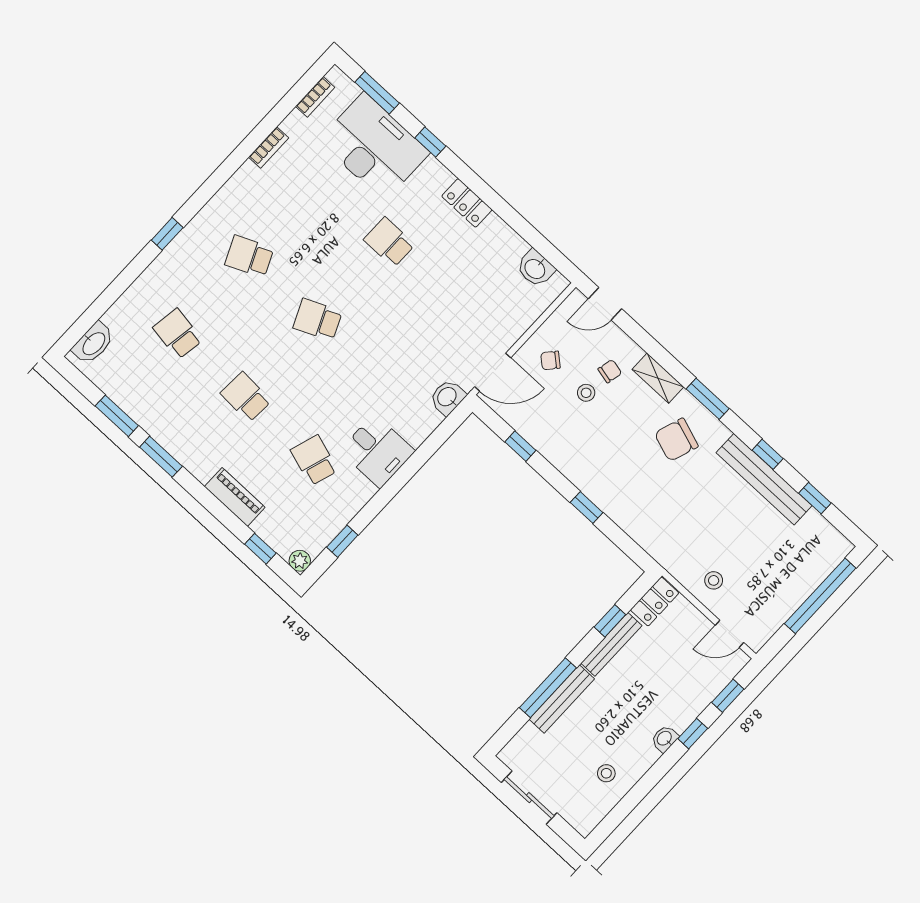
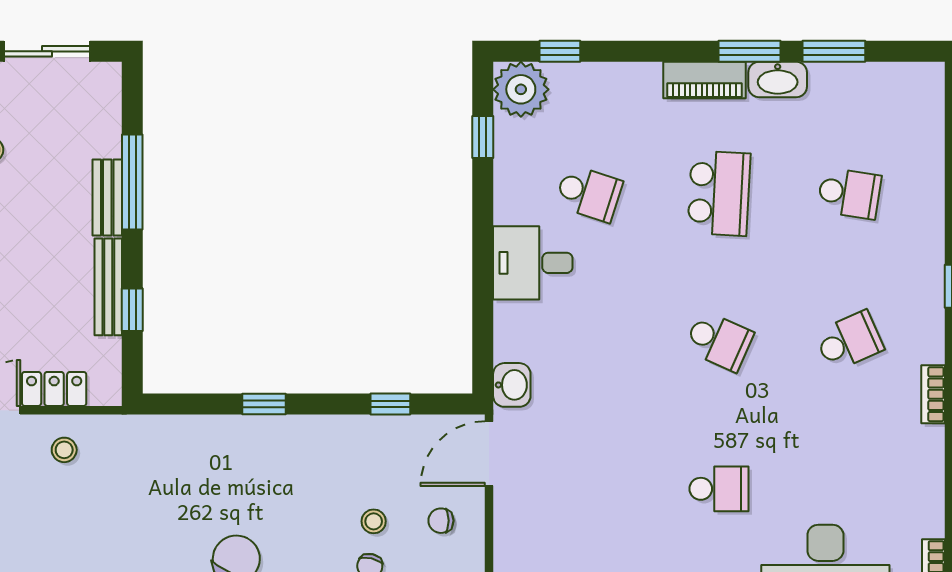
bookcase: (269, 147) -> (933, 394), moved
school desk: (318, 320) -> (719, 341), turned 48
washbasin: (93, 343) -> (778, 80), moved, turned -90
chair: (550, 360) -> (441, 521), turned -131
school desk: (246, 397) -> (719, 193), width x1.85
piano: (235, 497) -> (705, 80), moved
plant: (300, 561) -> (521, 89), width x1.88, depth x1.88
locker: (655, 601) -> (54, 389), moved, turned 90
bench: (562, 699) -> (107, 198), width x0.73

